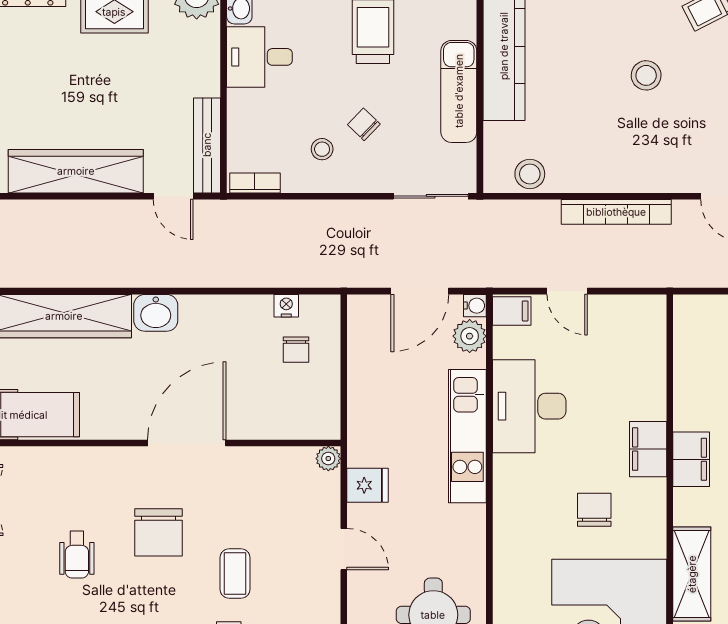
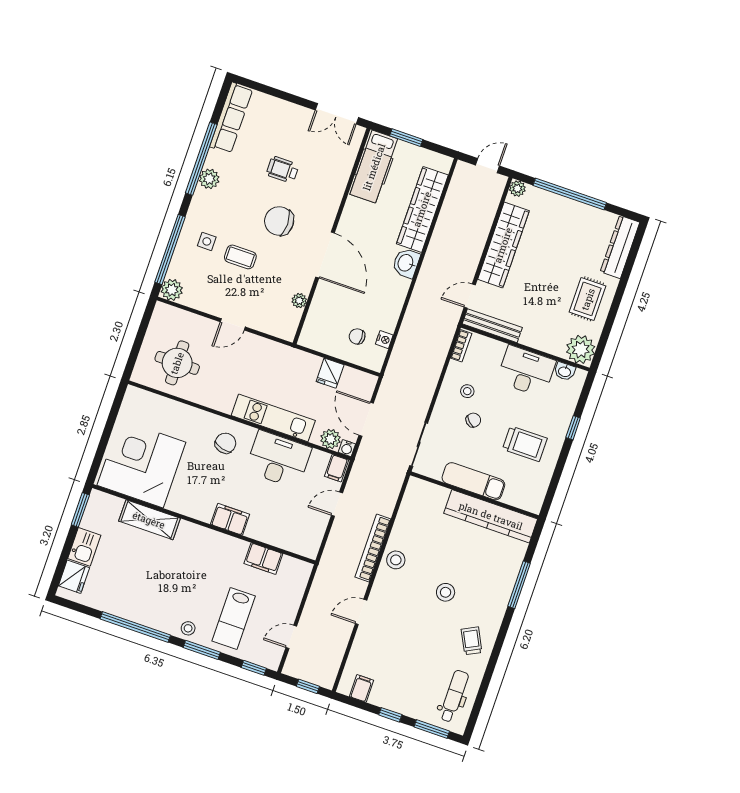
desk: (259, 57) -> (526, 371), width x1.37
stool: (530, 174) -> (396, 560), moved
plant: (328, 459) -> (299, 301), moved
filing cabinet: (691, 459) -> (263, 559), moved
fridge: (367, 485) -> (330, 373), moved
chair: (594, 510) -> (225, 443), moved, turned -75

